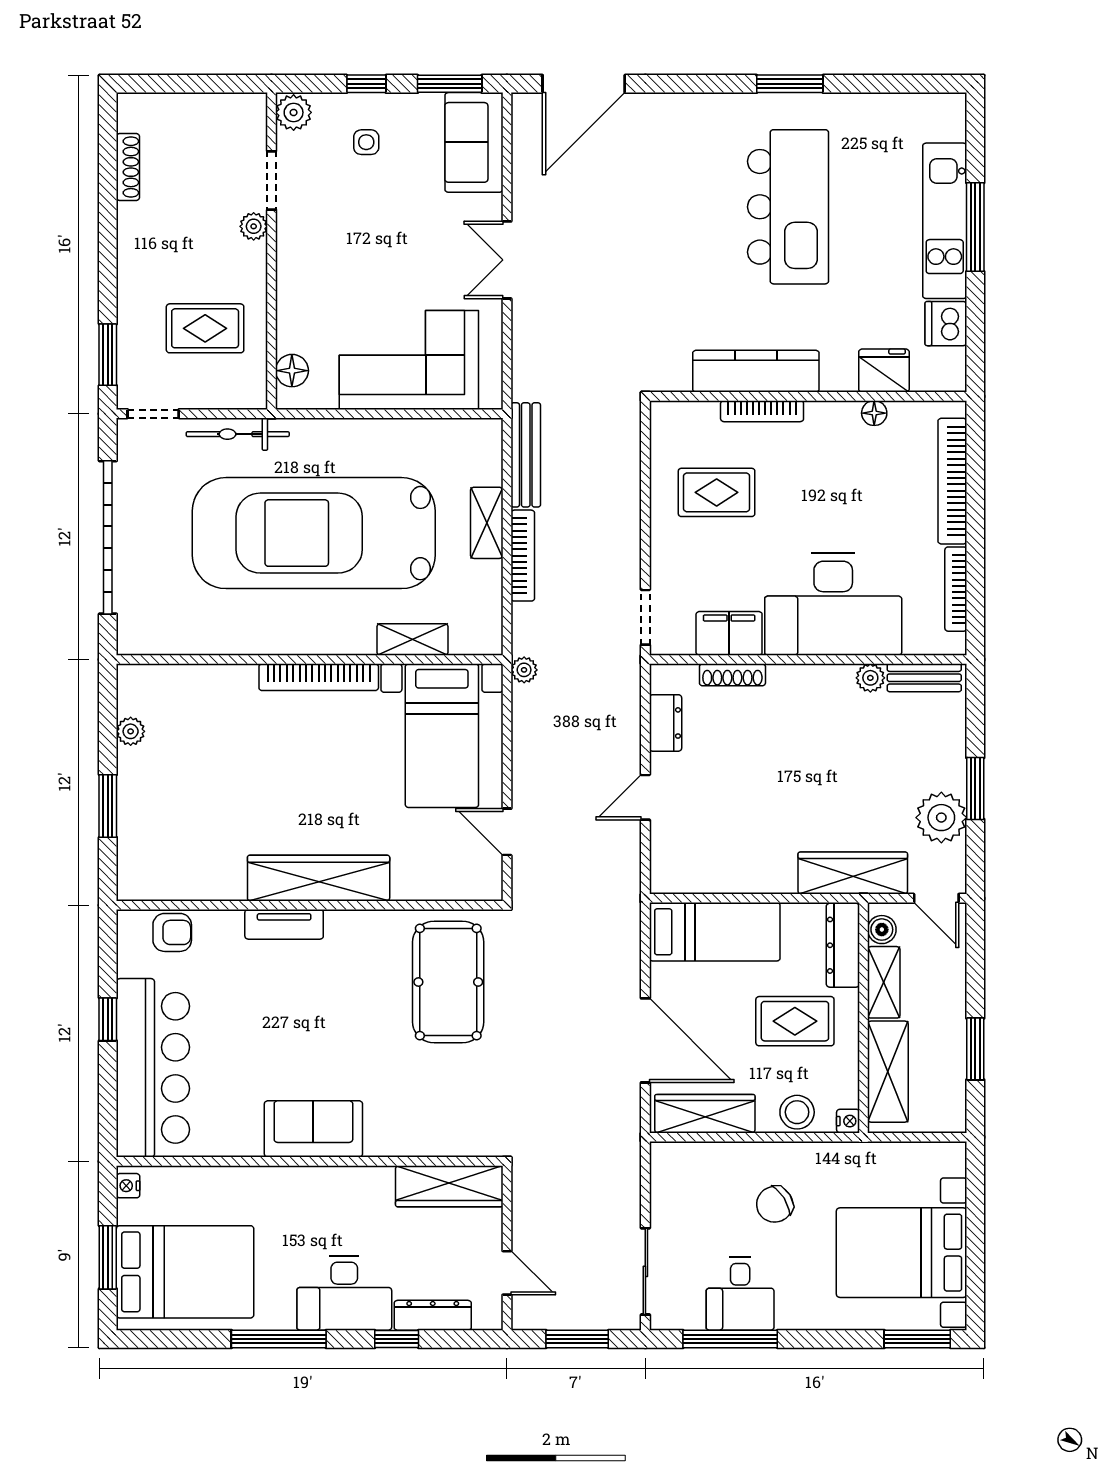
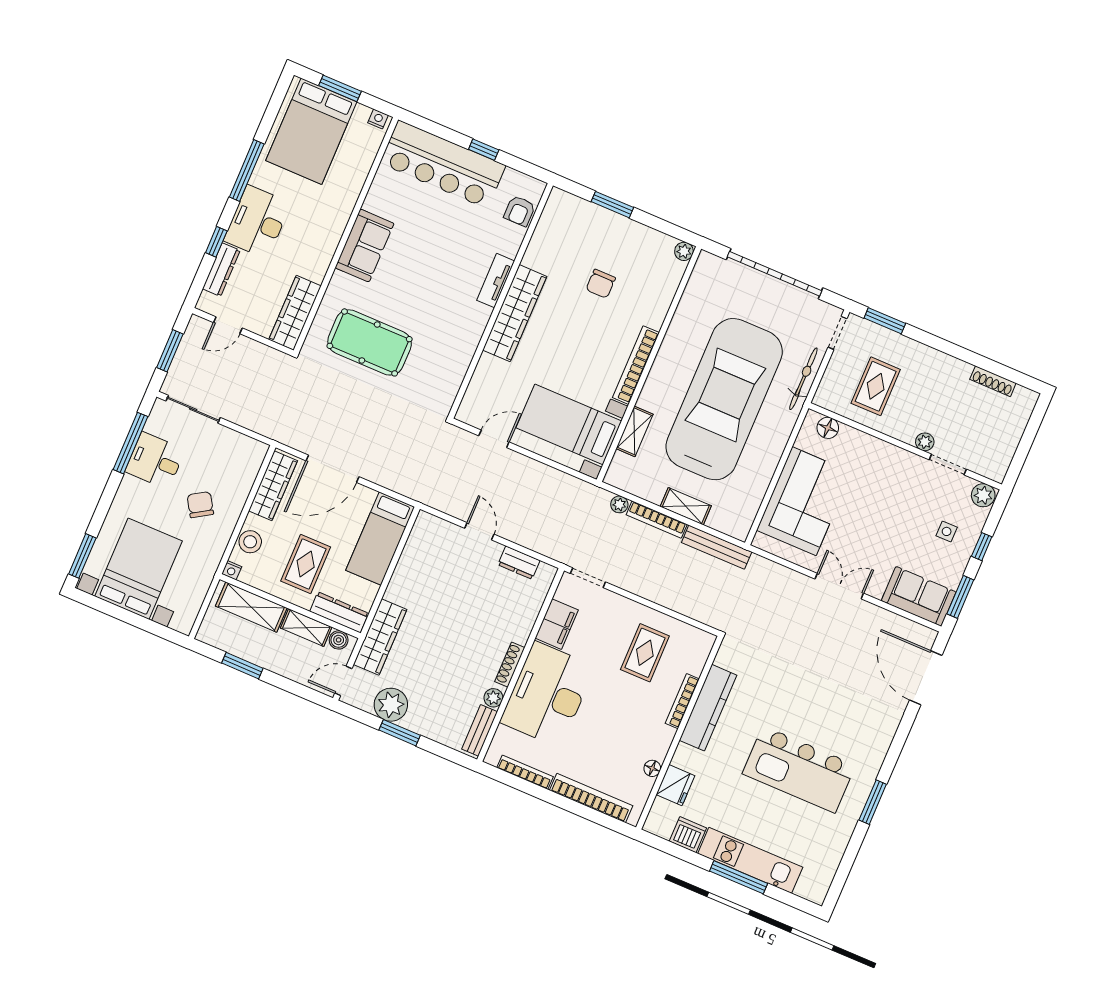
plant: (524, 670) -> (619, 504), moved
shoe rack: (732, 675) -> (510, 665), moved
plant: (131, 731) -> (684, 251), moved
chair: (226, 775) -> (601, 284), added
pool table: (448, 982) -> (370, 342), moved

